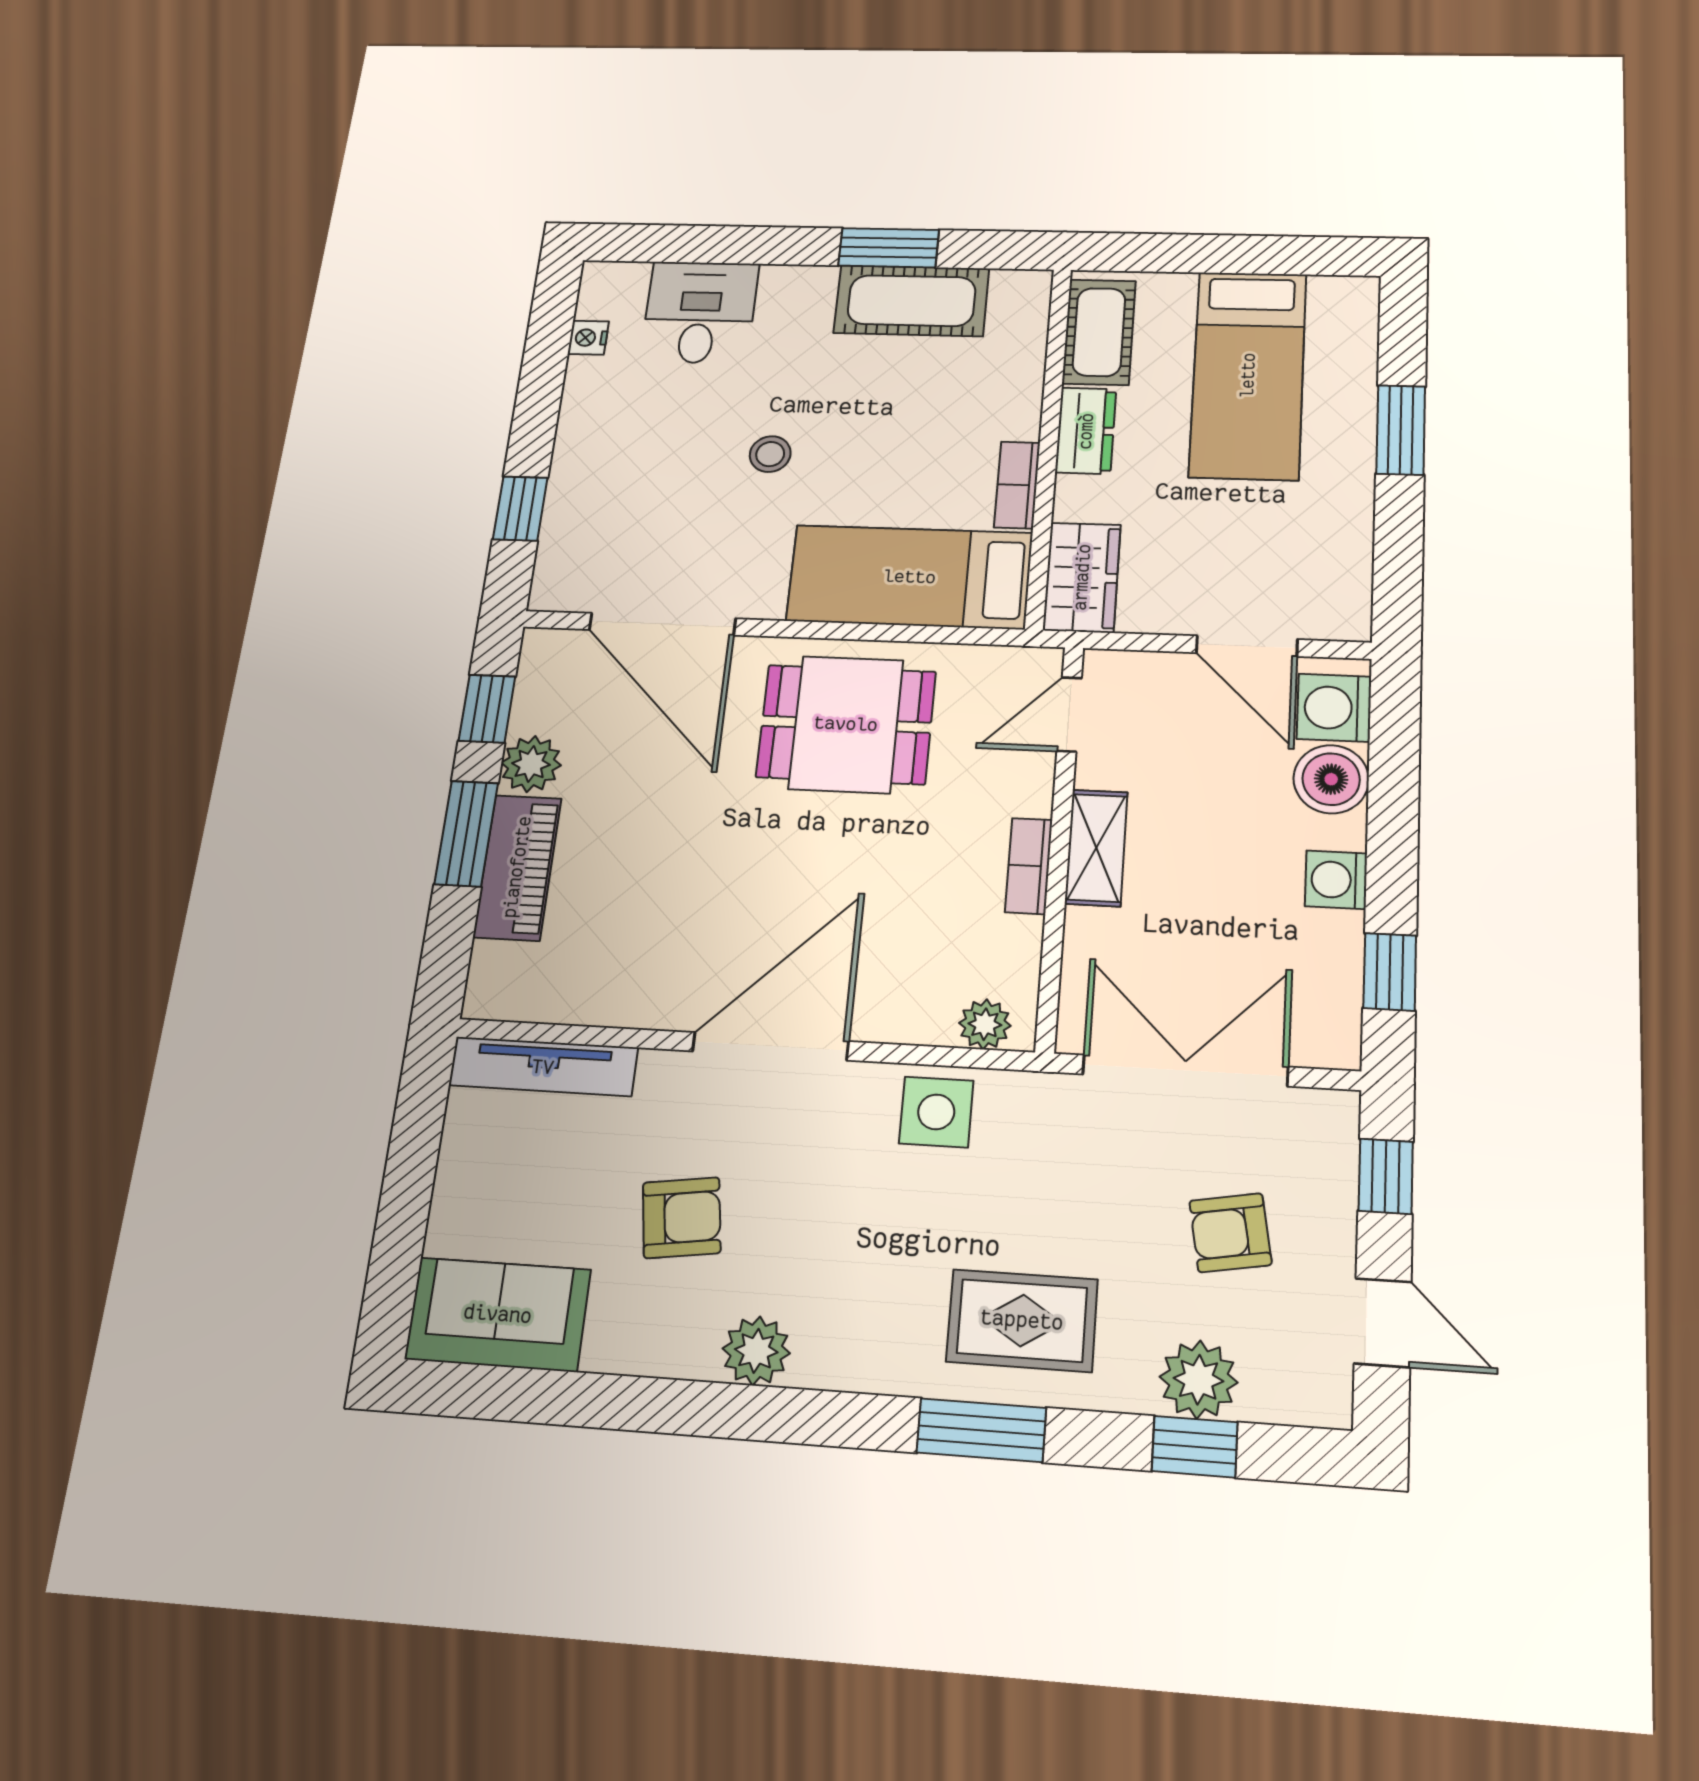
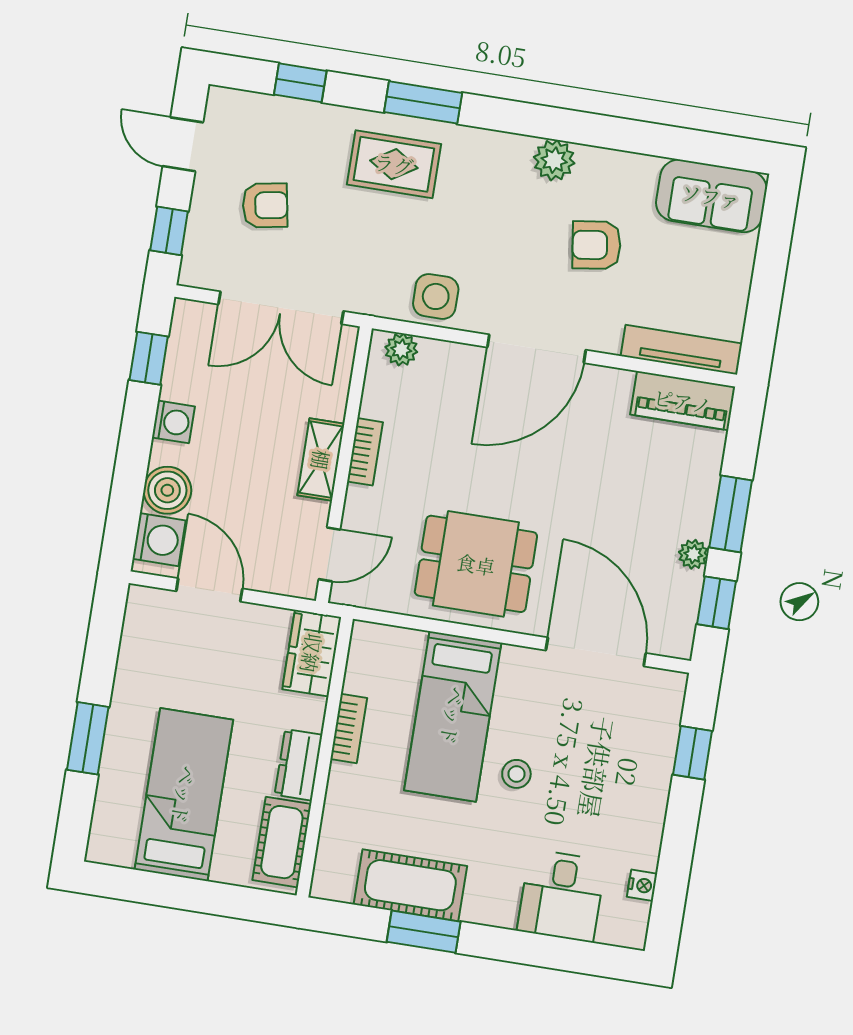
bed: (910, 577) -> (453, 716), moved, turned 90
plant: (531, 764) -> (693, 554), width x0.73, depth x0.73
piano: (517, 867) -> (683, 401), moved, turned -90
plant: (1199, 1380) -> (294, 121), removed

